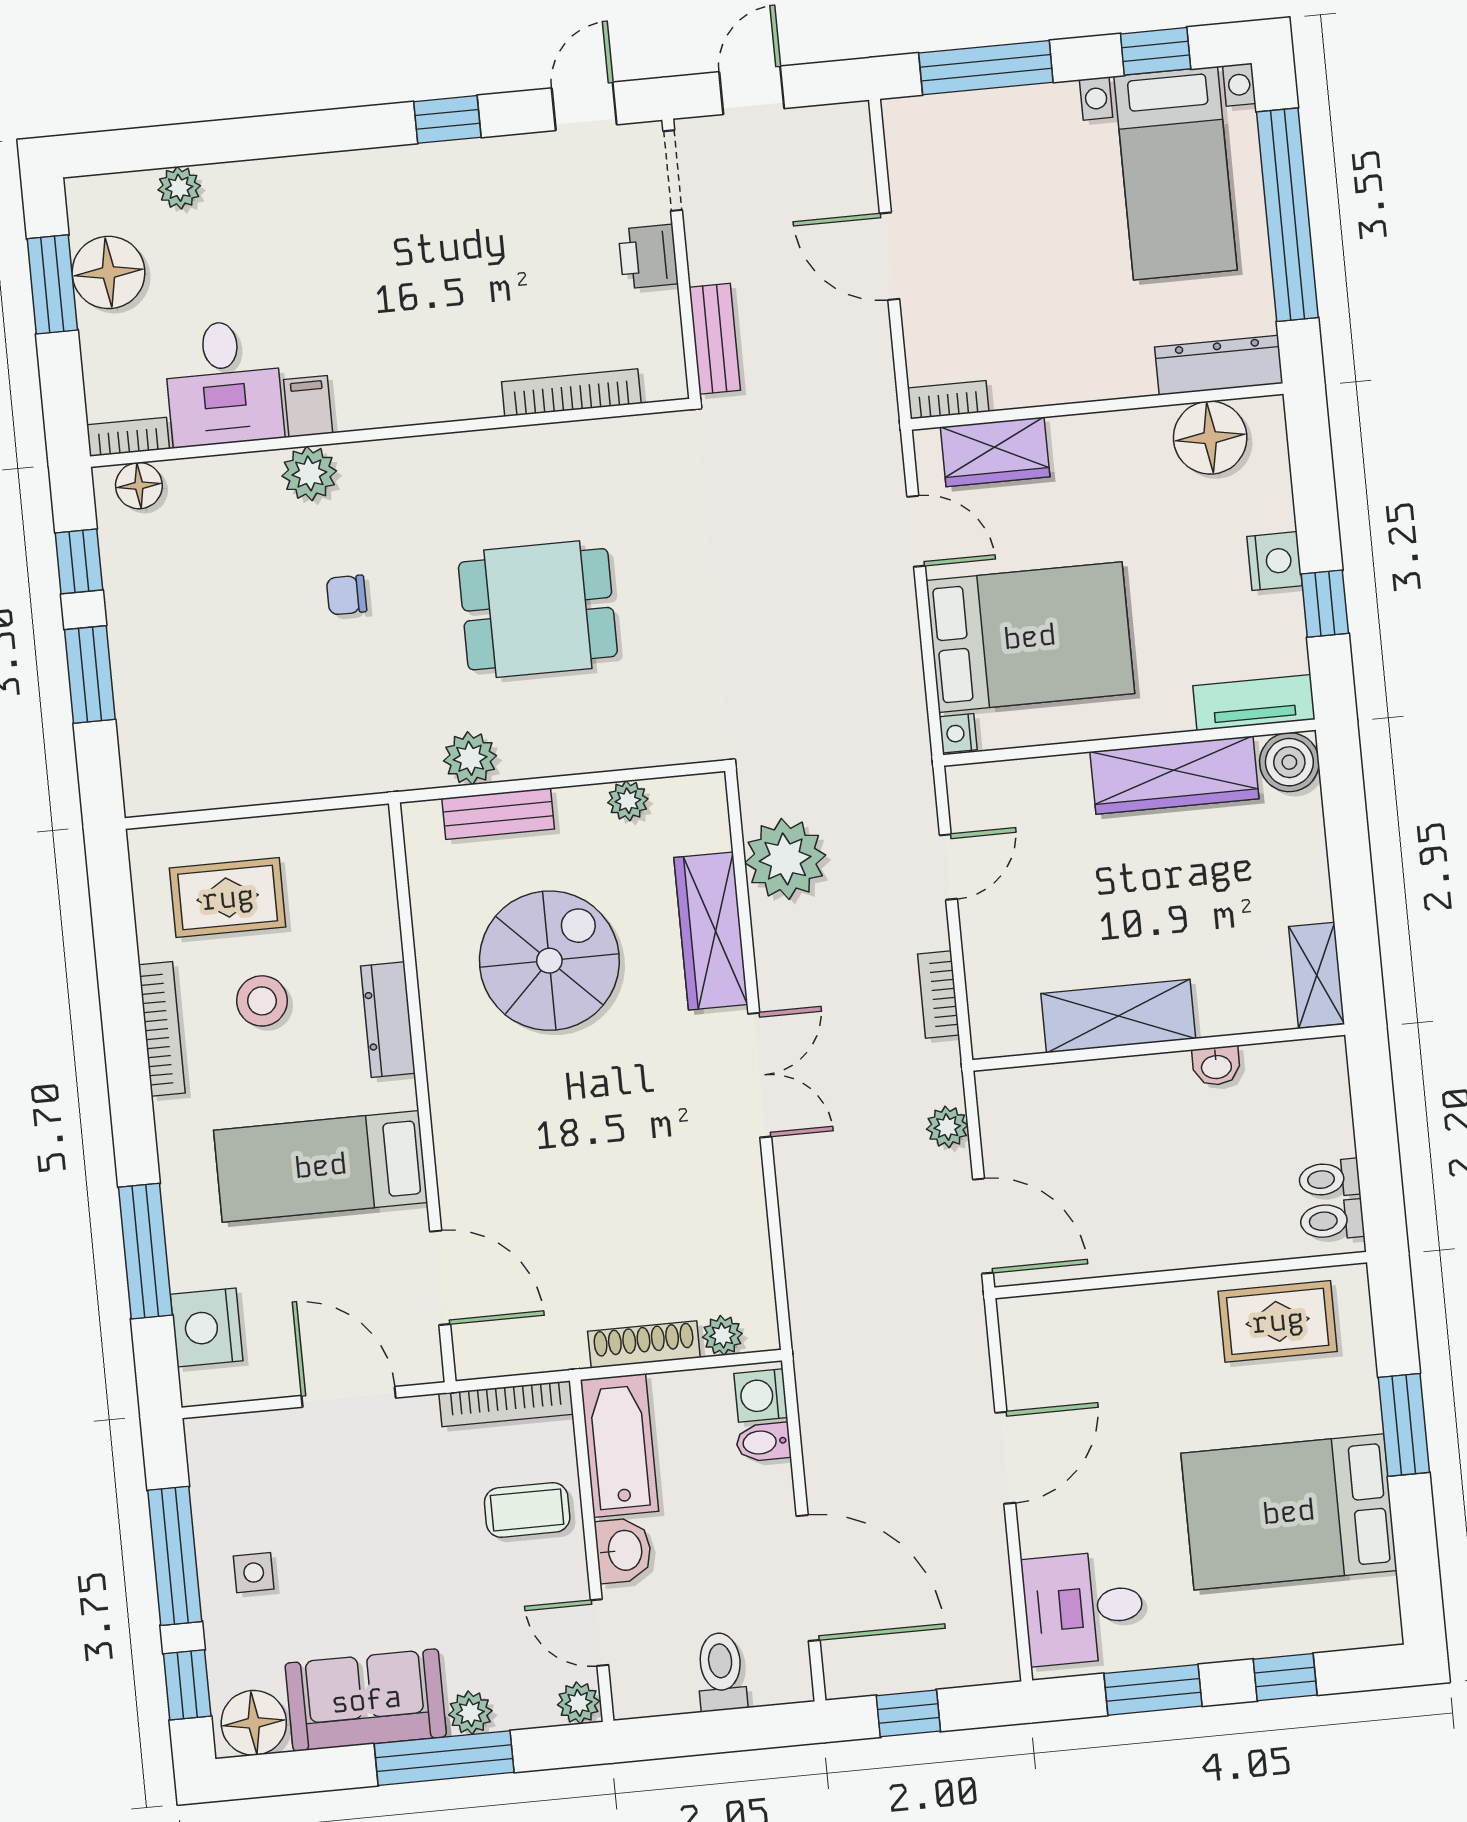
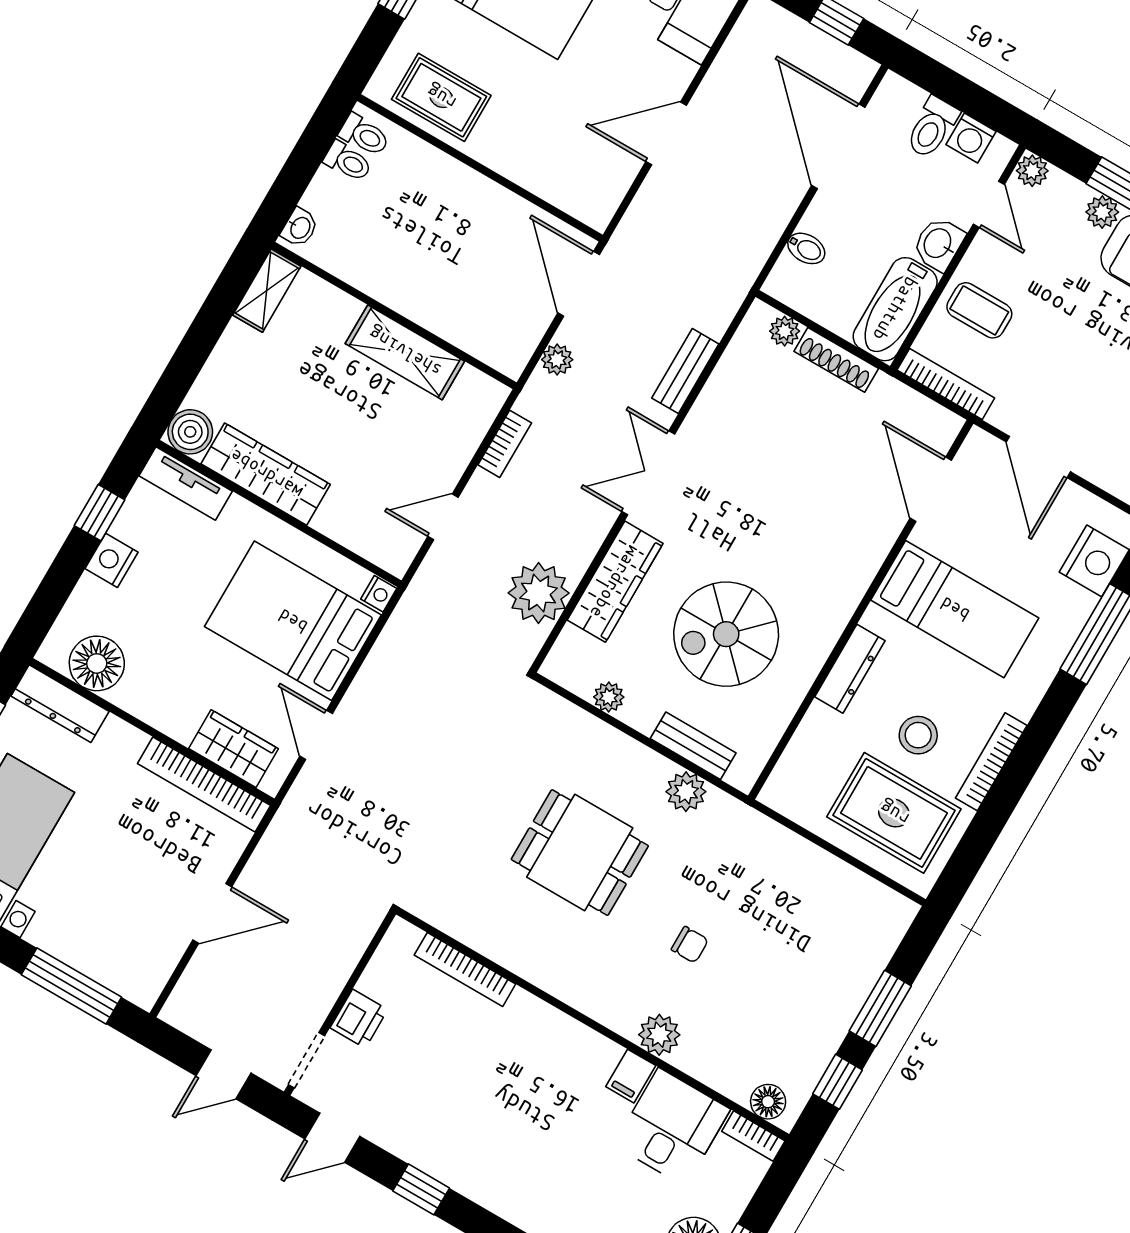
door: (890, 256) -> (212, 913), hinge flipped
bench: (715, 339) -> (685, 371), moved
bookcase: (948, 400) -> (204, 784), width x2.31, depth x1.31
rug: (228, 898) -> (894, 813), width x1.36, depth x1.43
washbasin: (1216, 1066) -> (300, 227), moved, turned 90
washing machine: (761, 1395) -> (971, 138), moved, turned 90

